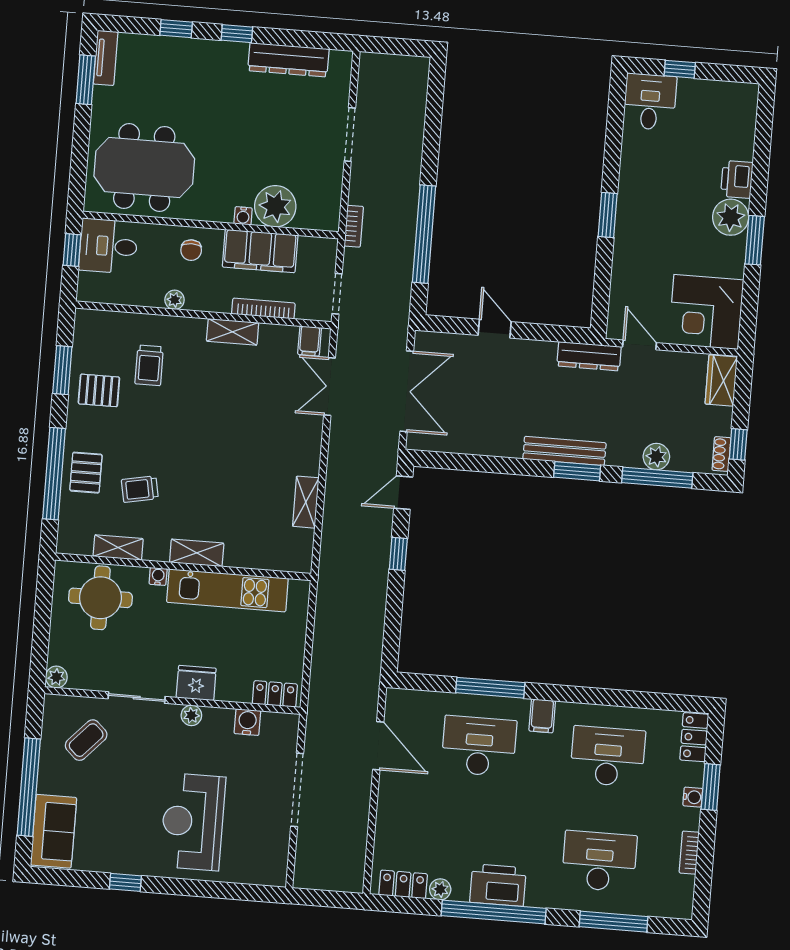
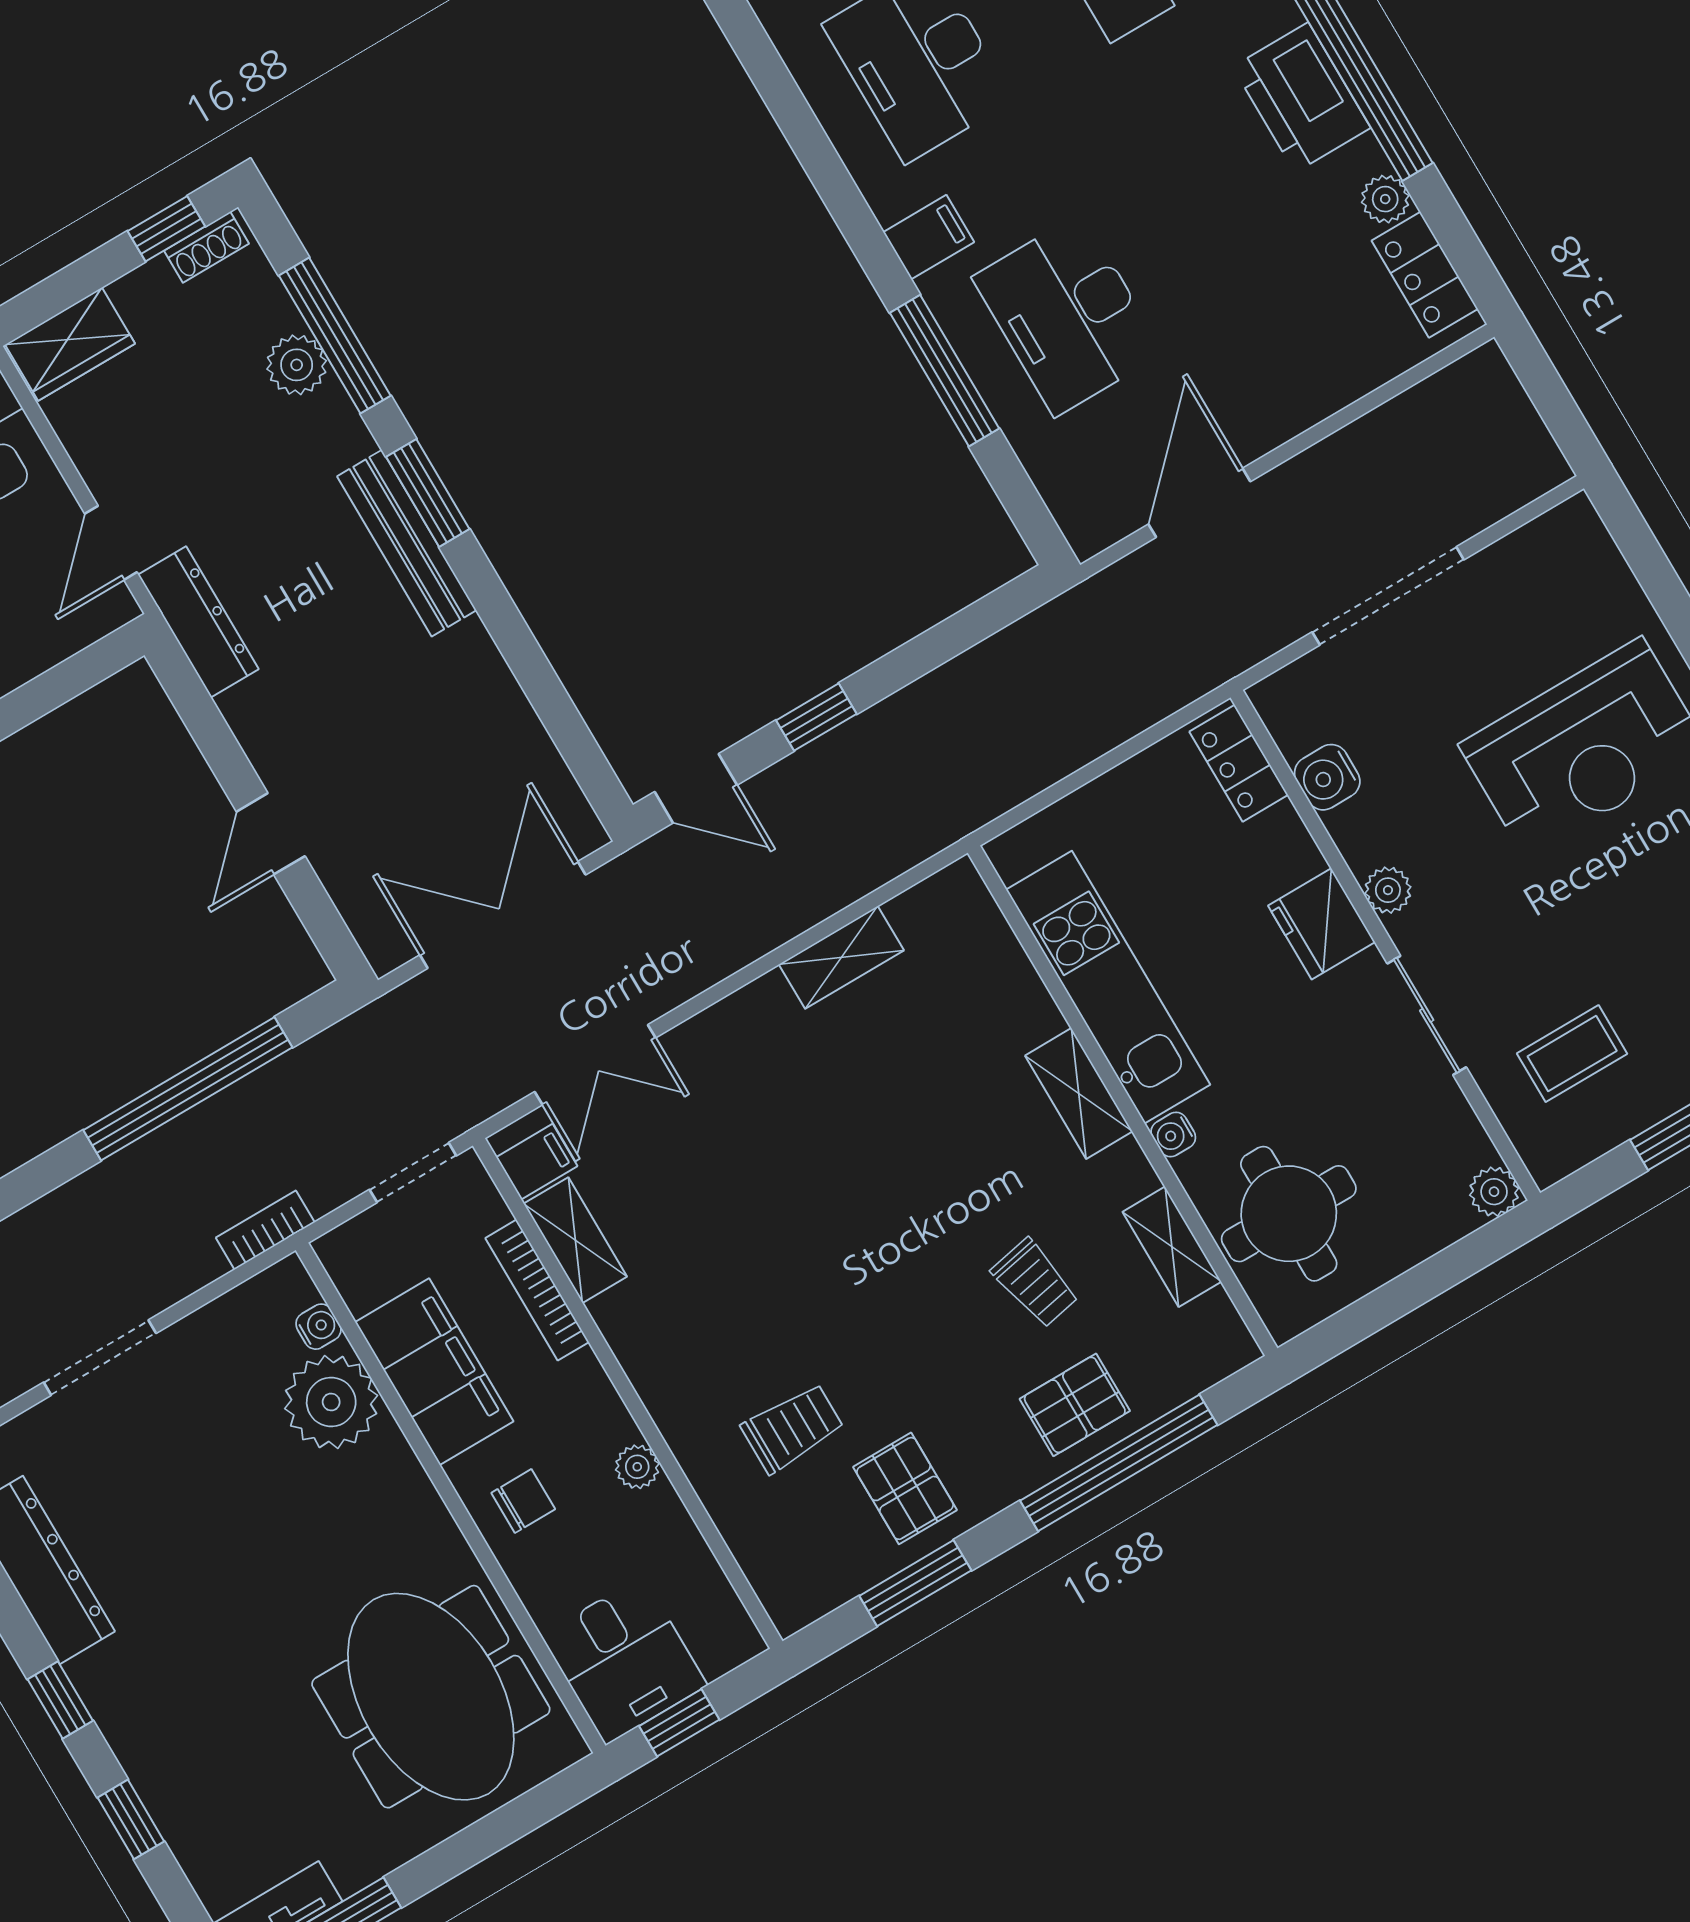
water cooler: (243, 216) -> (318, 1327), moved
shelving: (233, 332) -> (575, 1240), moved
coffee table: (86, 740) -> (1572, 1054), turned -43

